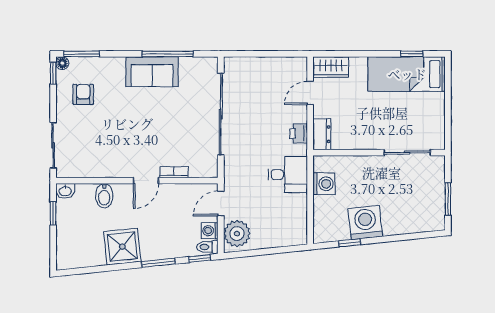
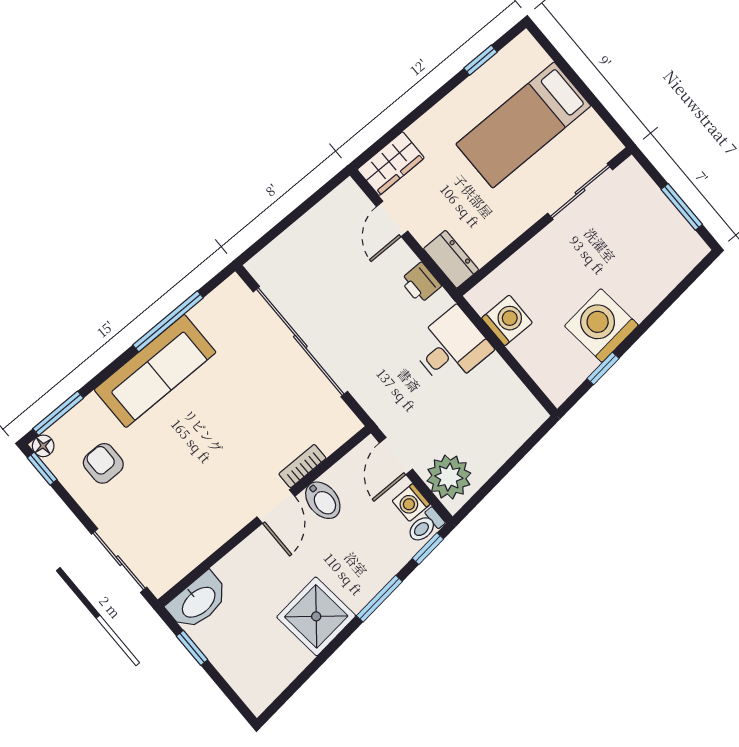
sofa: (152, 72) -> (155, 371), width x1.36
bed: (407, 74) -> (523, 125), moved
washbasin: (65, 191) -> (198, 601), width x1.91, depth x1.45
bidet: (104, 196) -> (323, 500), moved

